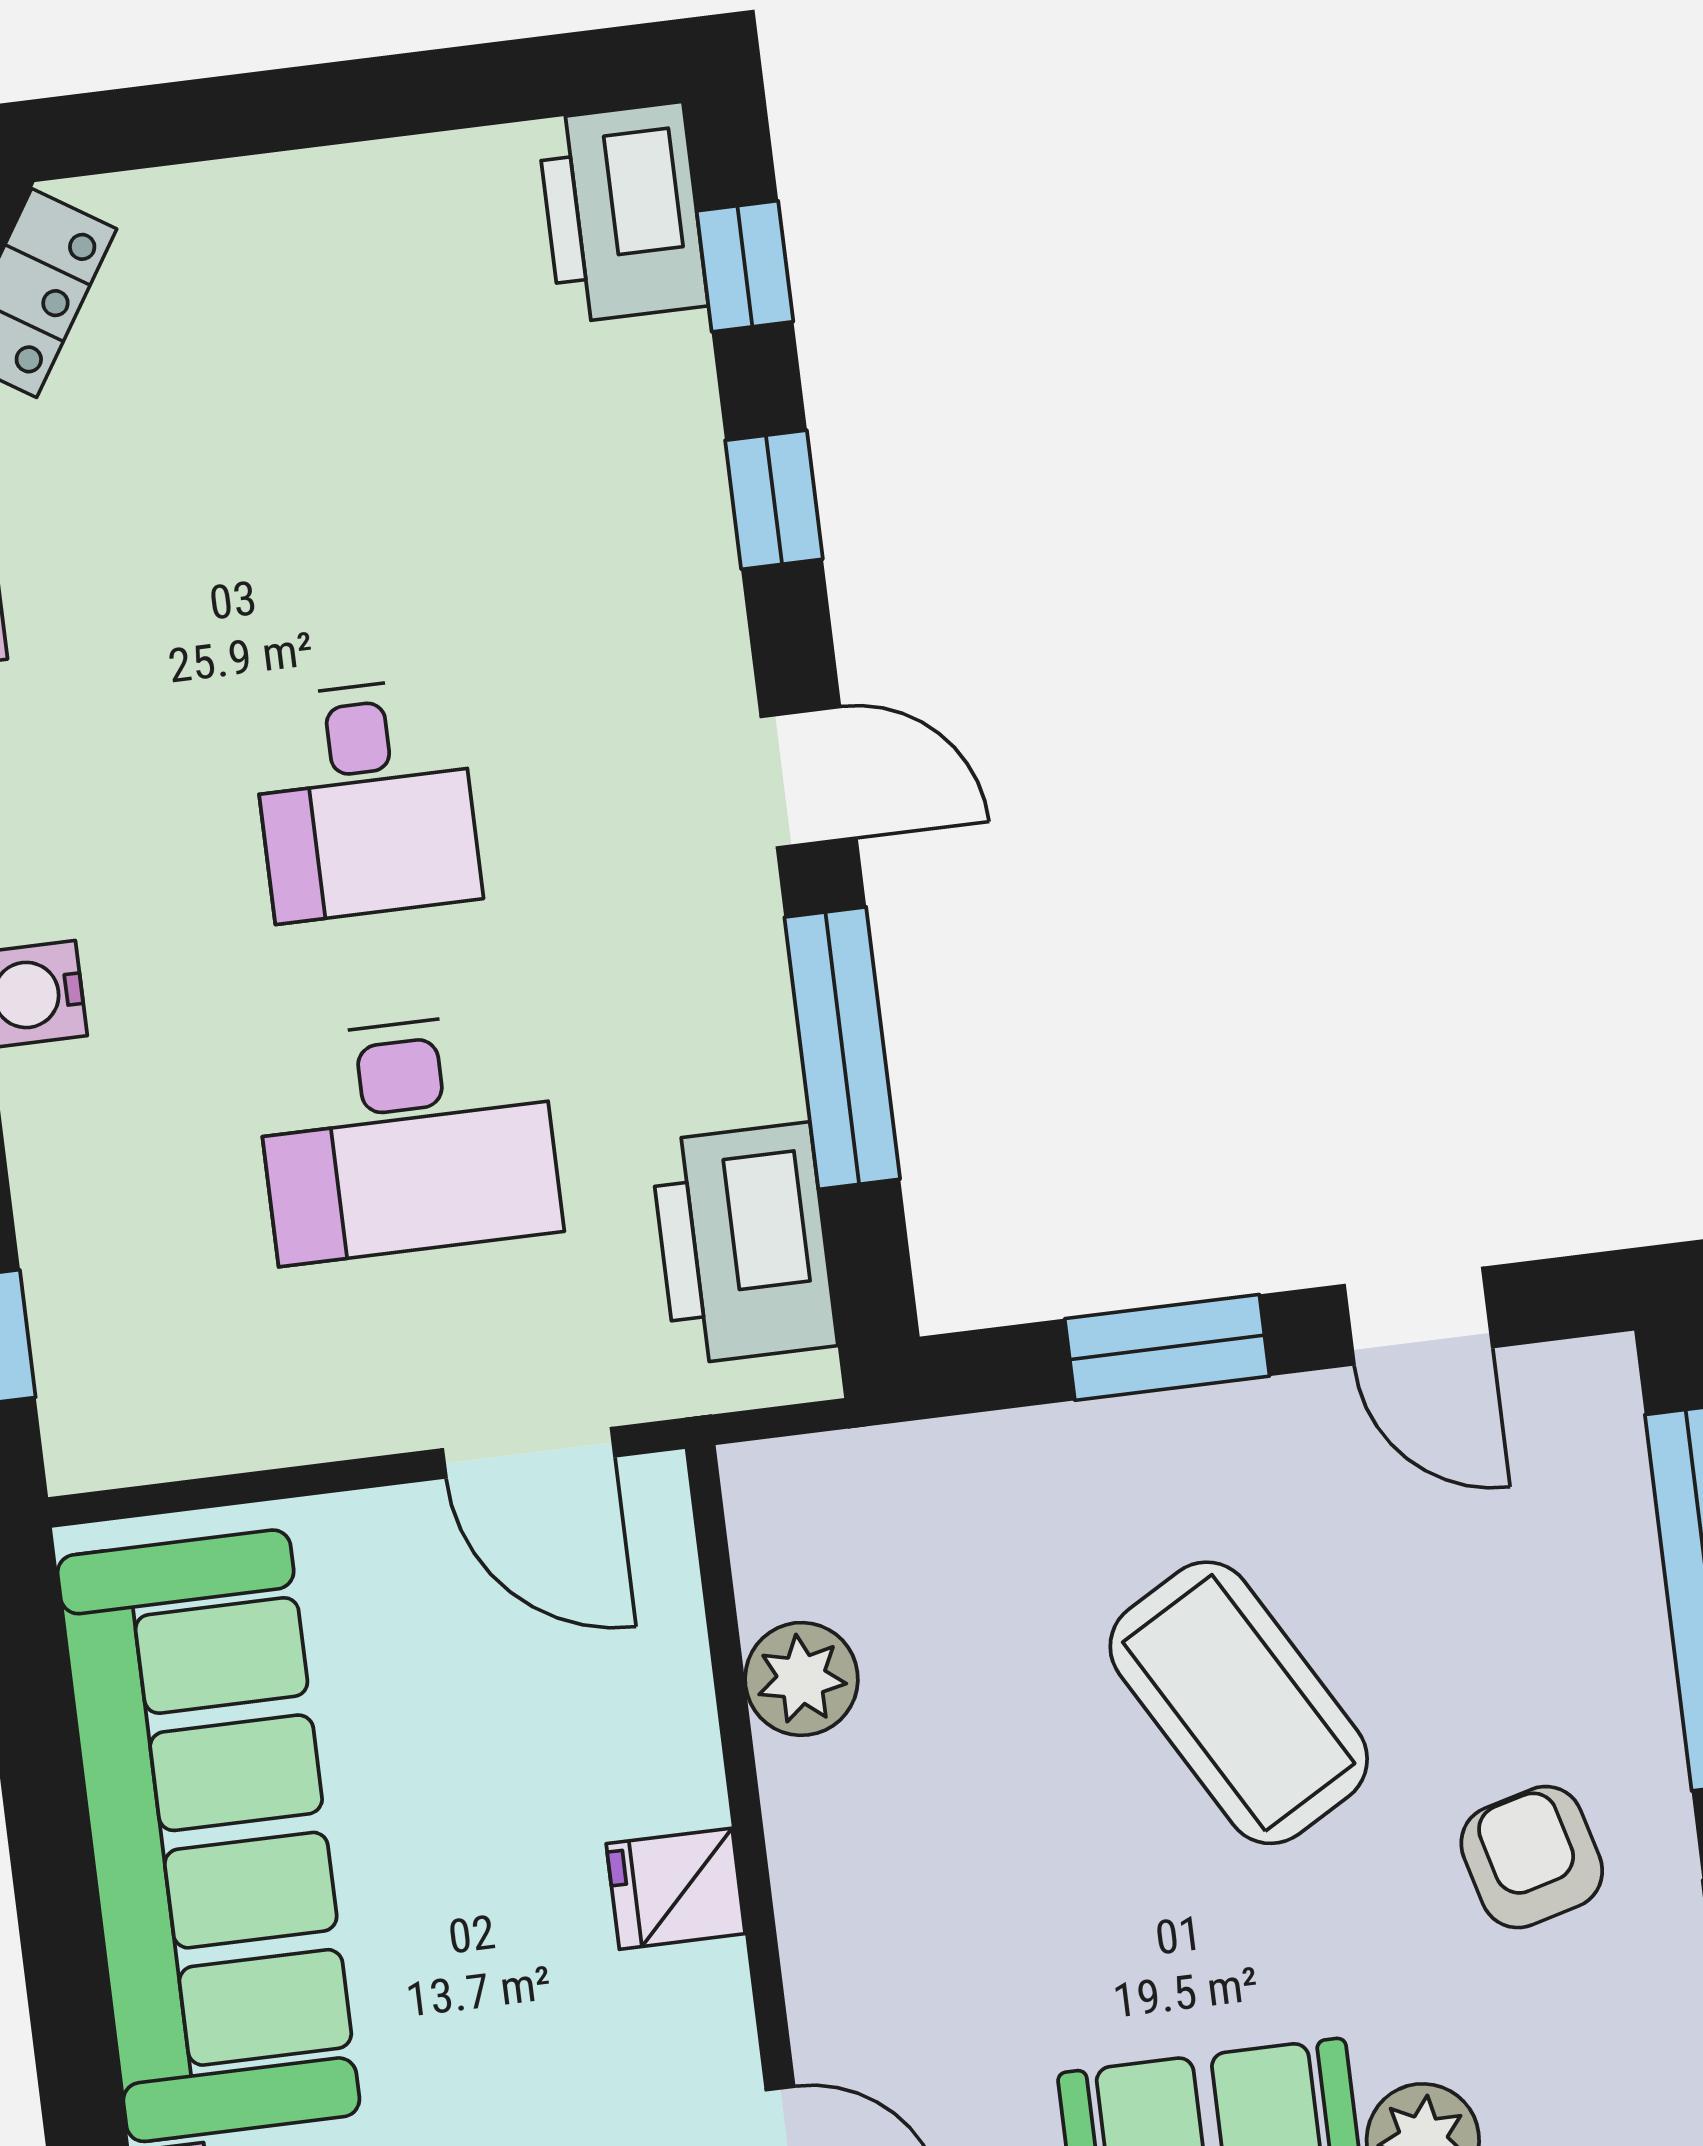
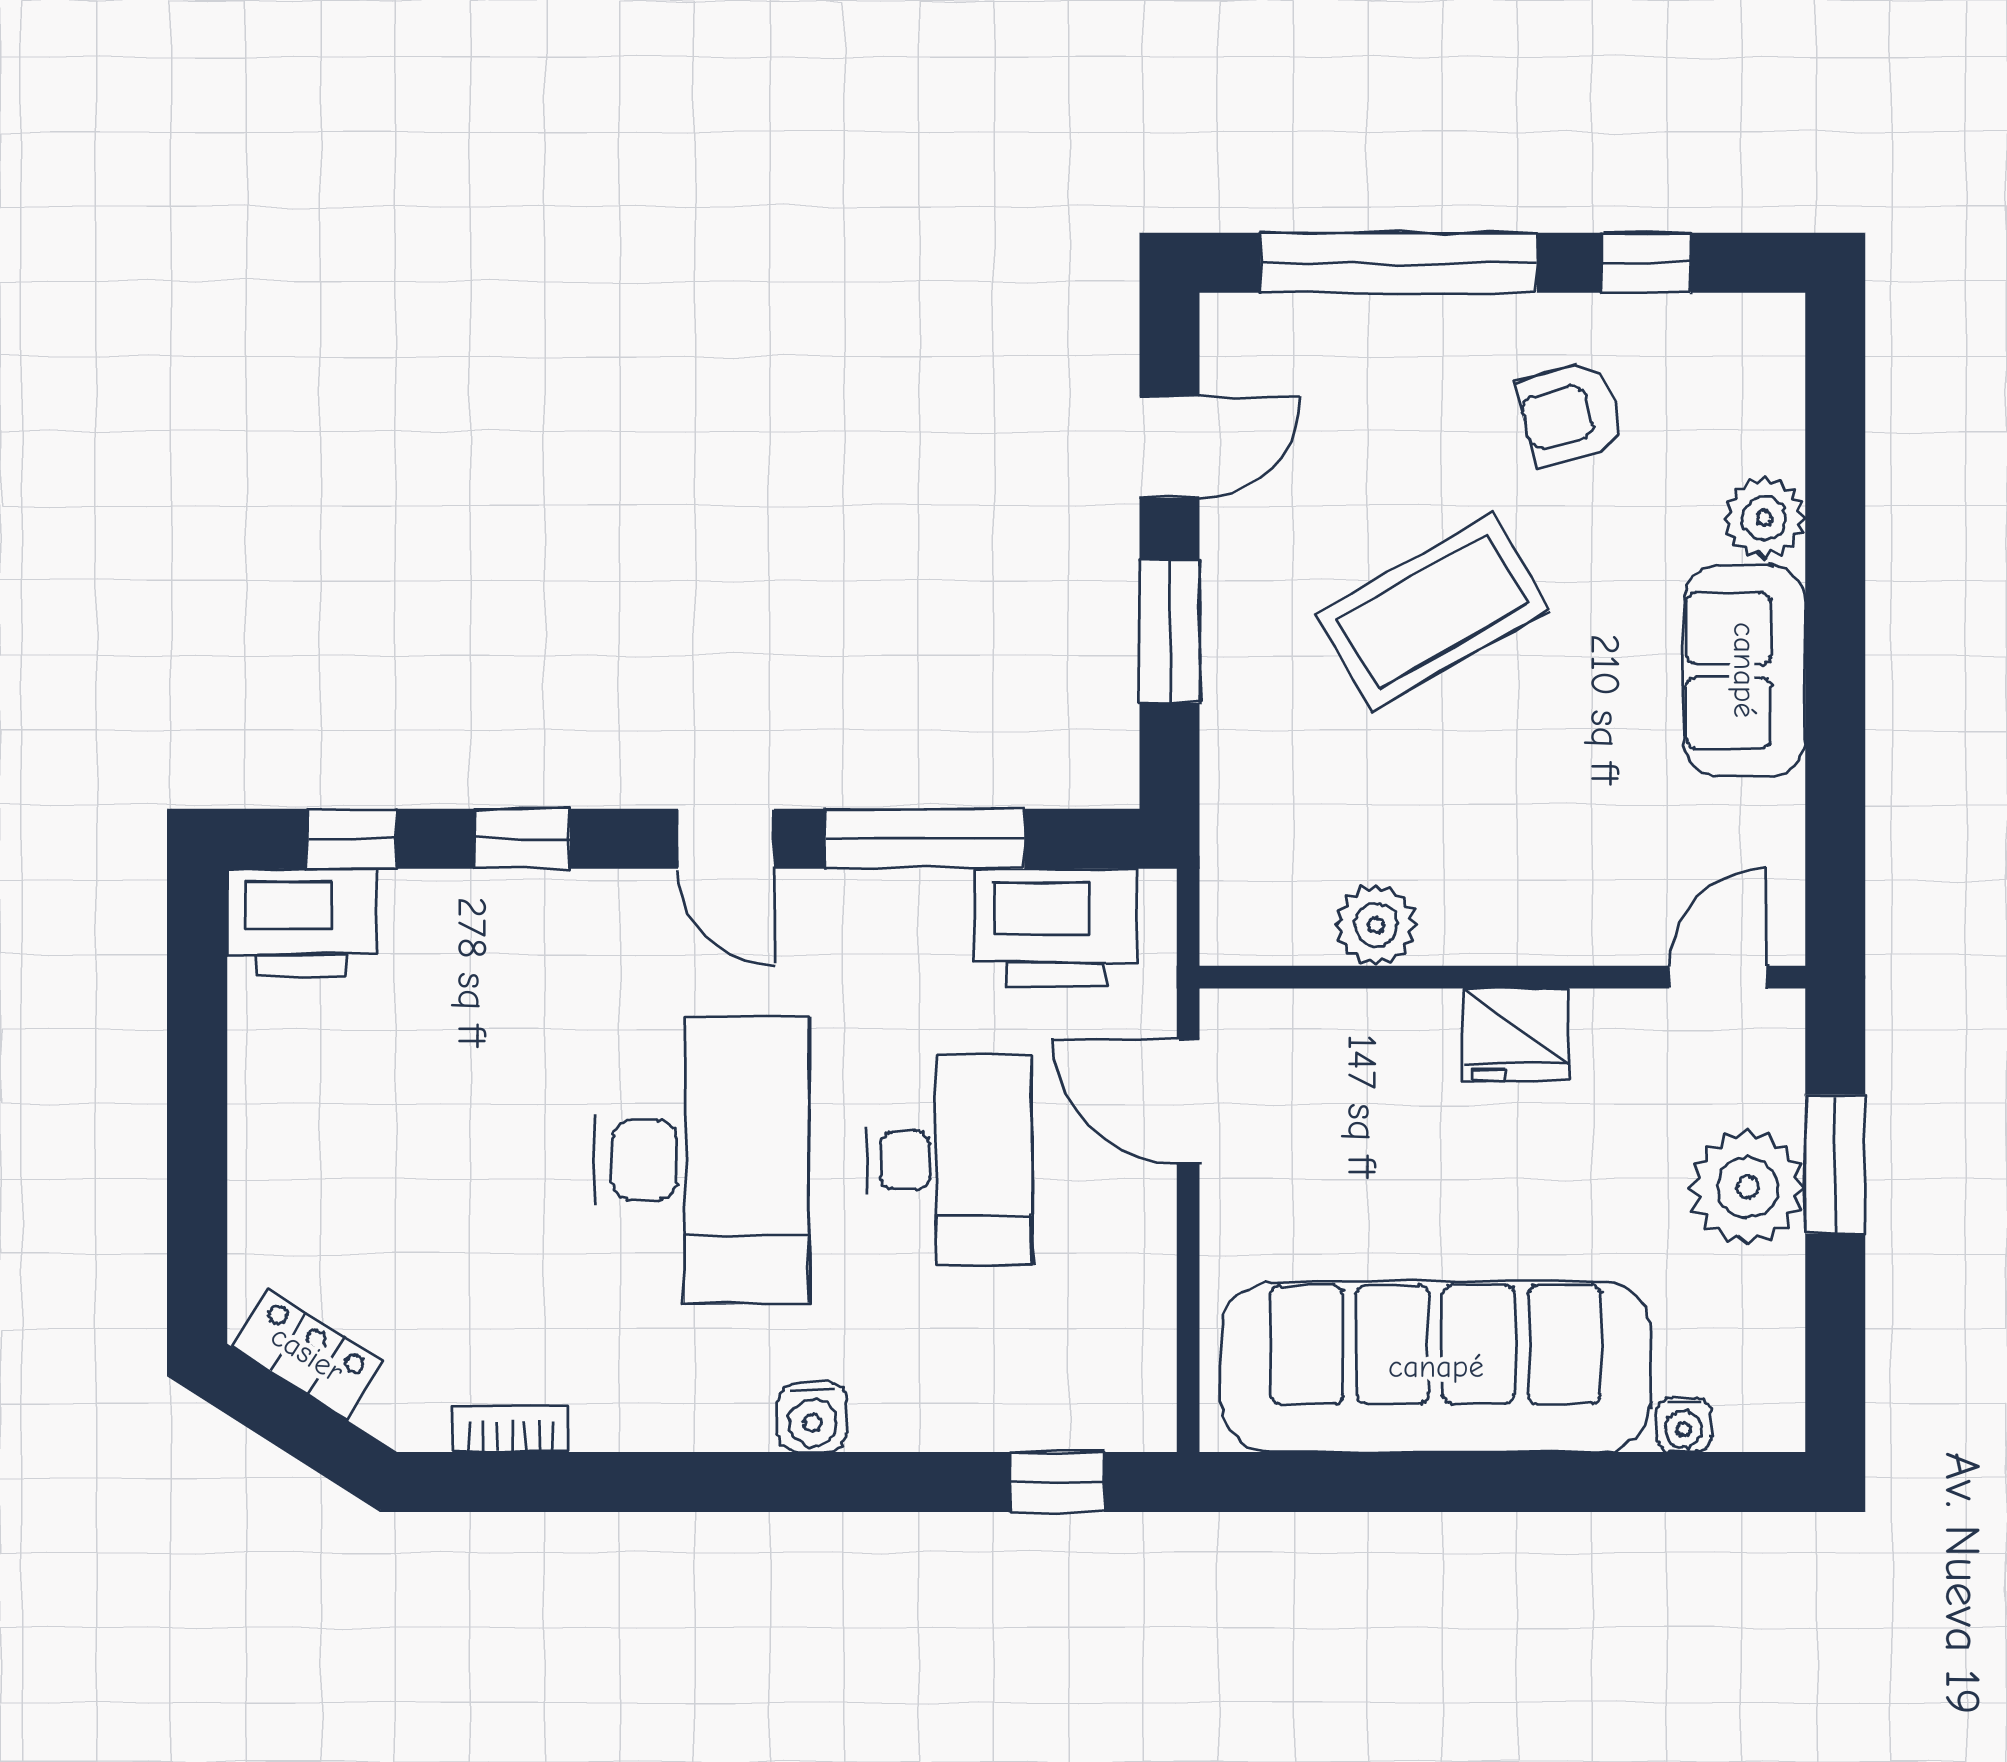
door: (809, 777) -> (726, 839), swing flipped
desk: (365, 799) -> (702, 1160), width x1.87, depth x1.30
door: (529, 1453) -> (1188, 1101), swing flipped
fridge: (676, 1889) -> (1516, 1034), width x1.38

